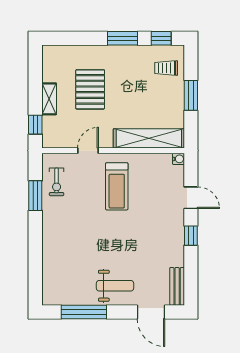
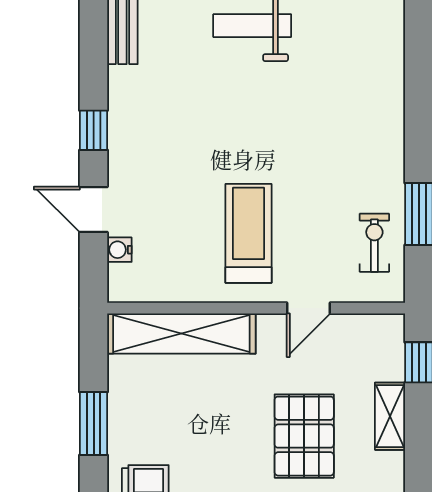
water cooler: (179, 159) -> (119, 250), moved

